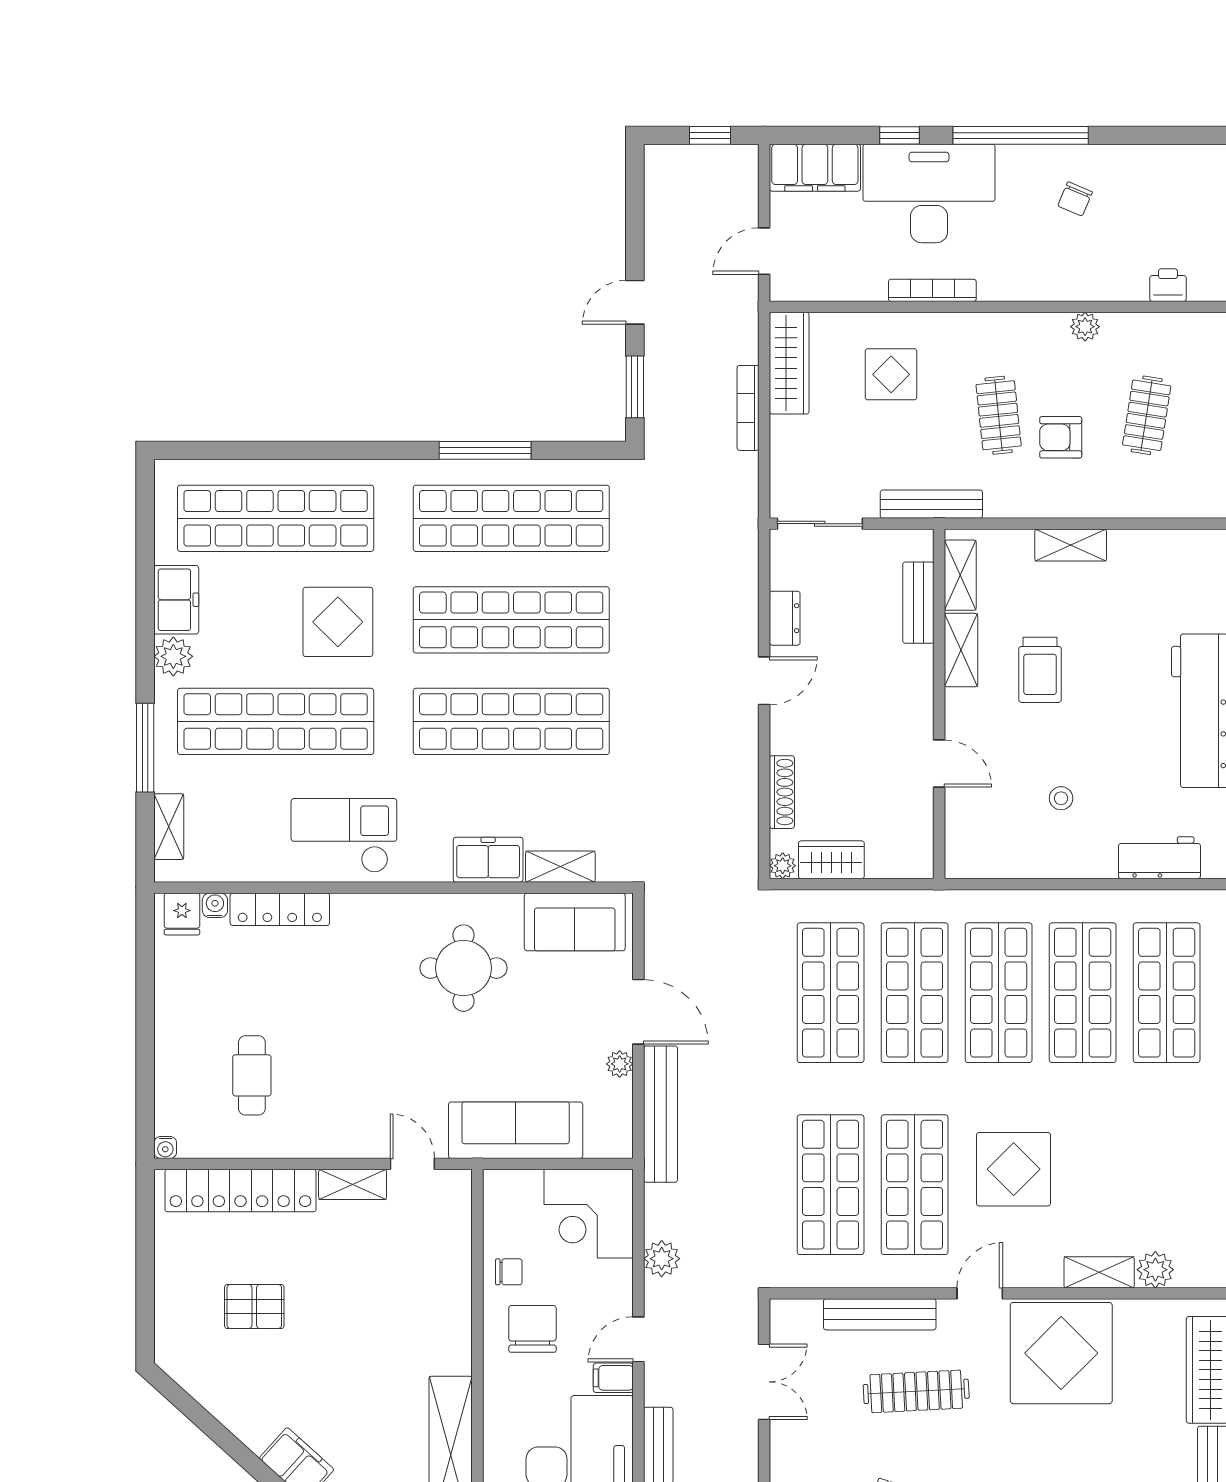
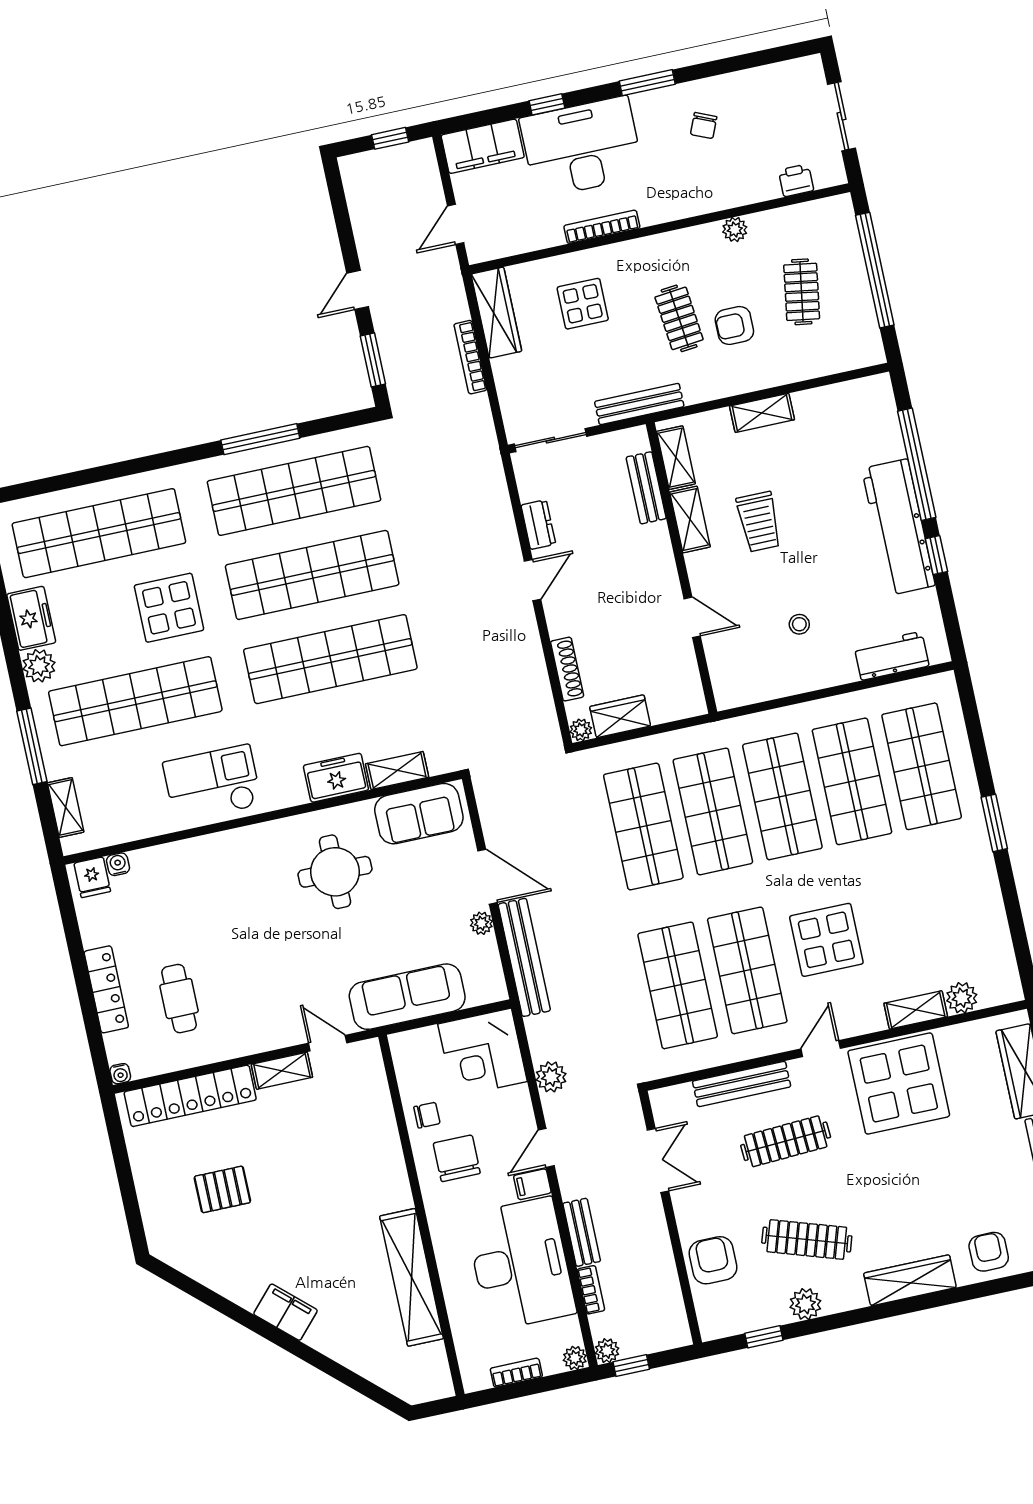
window: (1021, 135) -> (647, 83), width x0.47
locker: (280, 909) -> (106, 989), moved, turned -90

